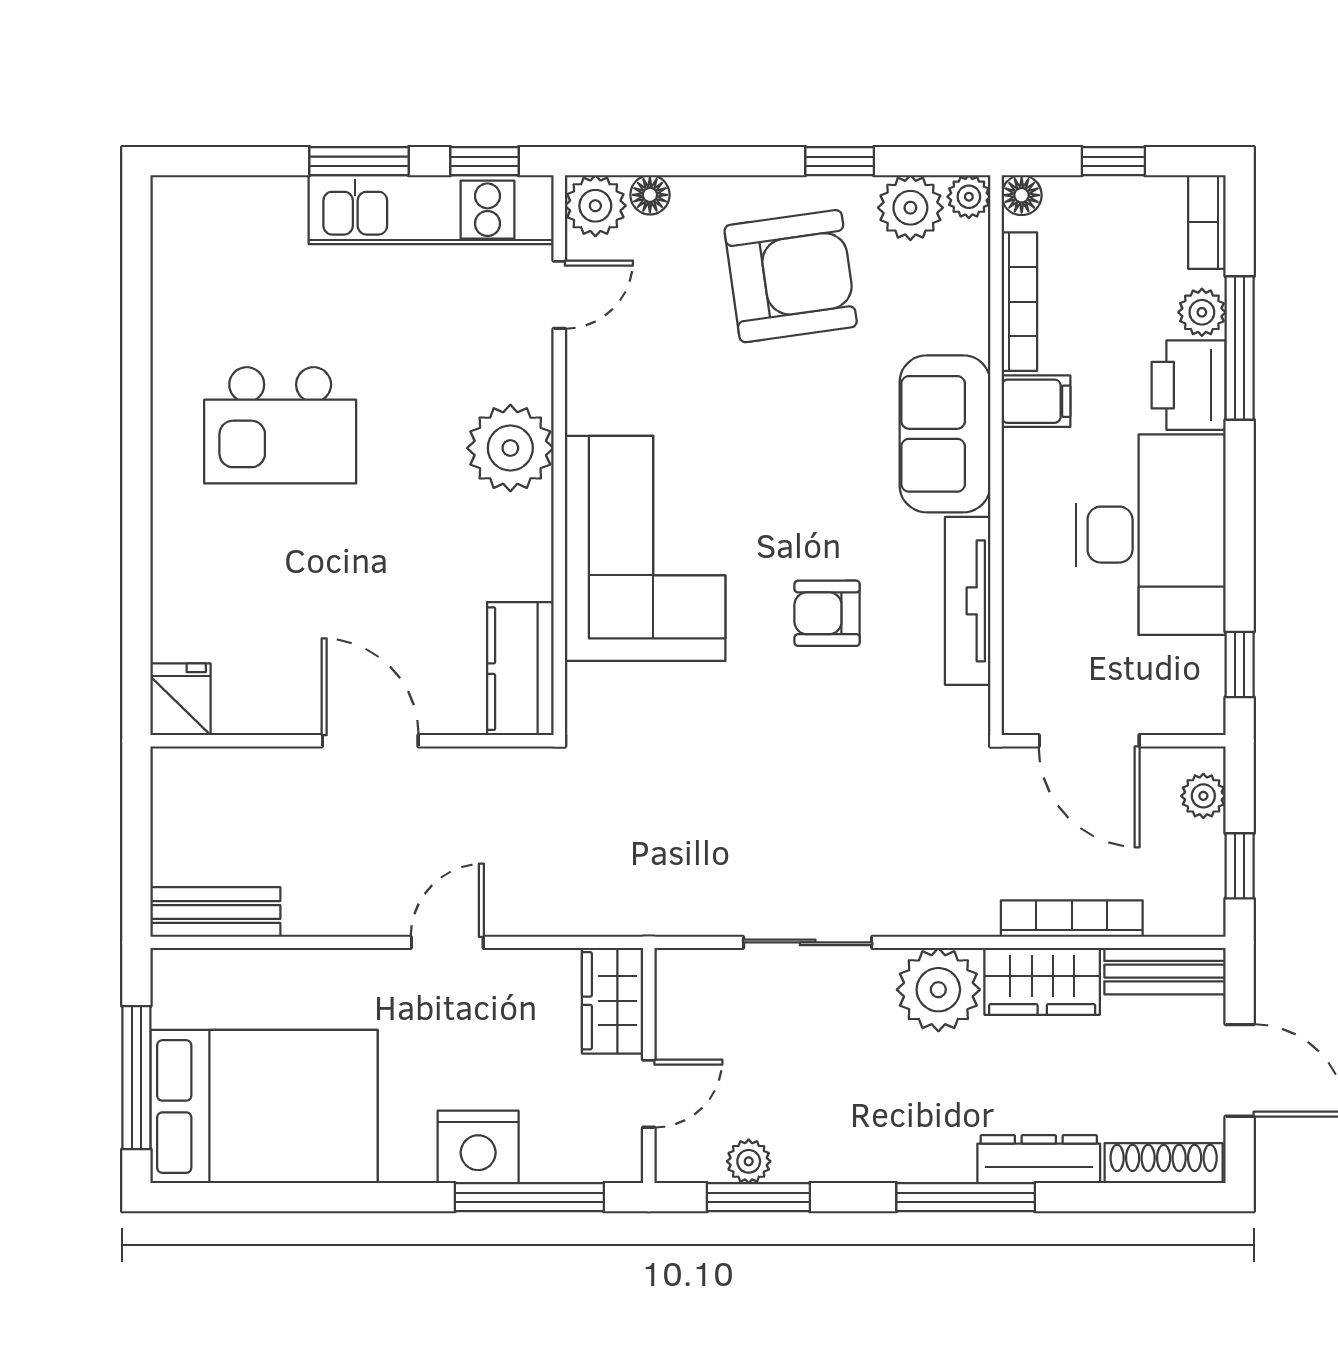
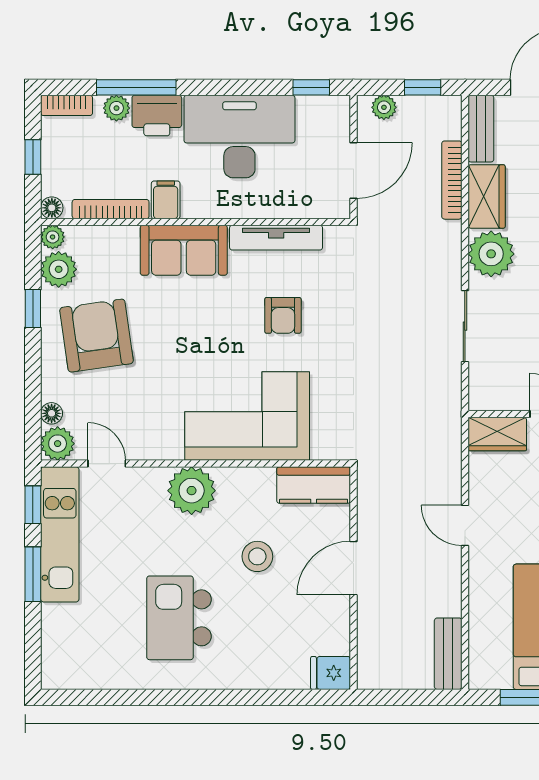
kitchen island: (280, 425) -> (179, 618), turned 180
stool: (391, 567) -> (257, 556), added

